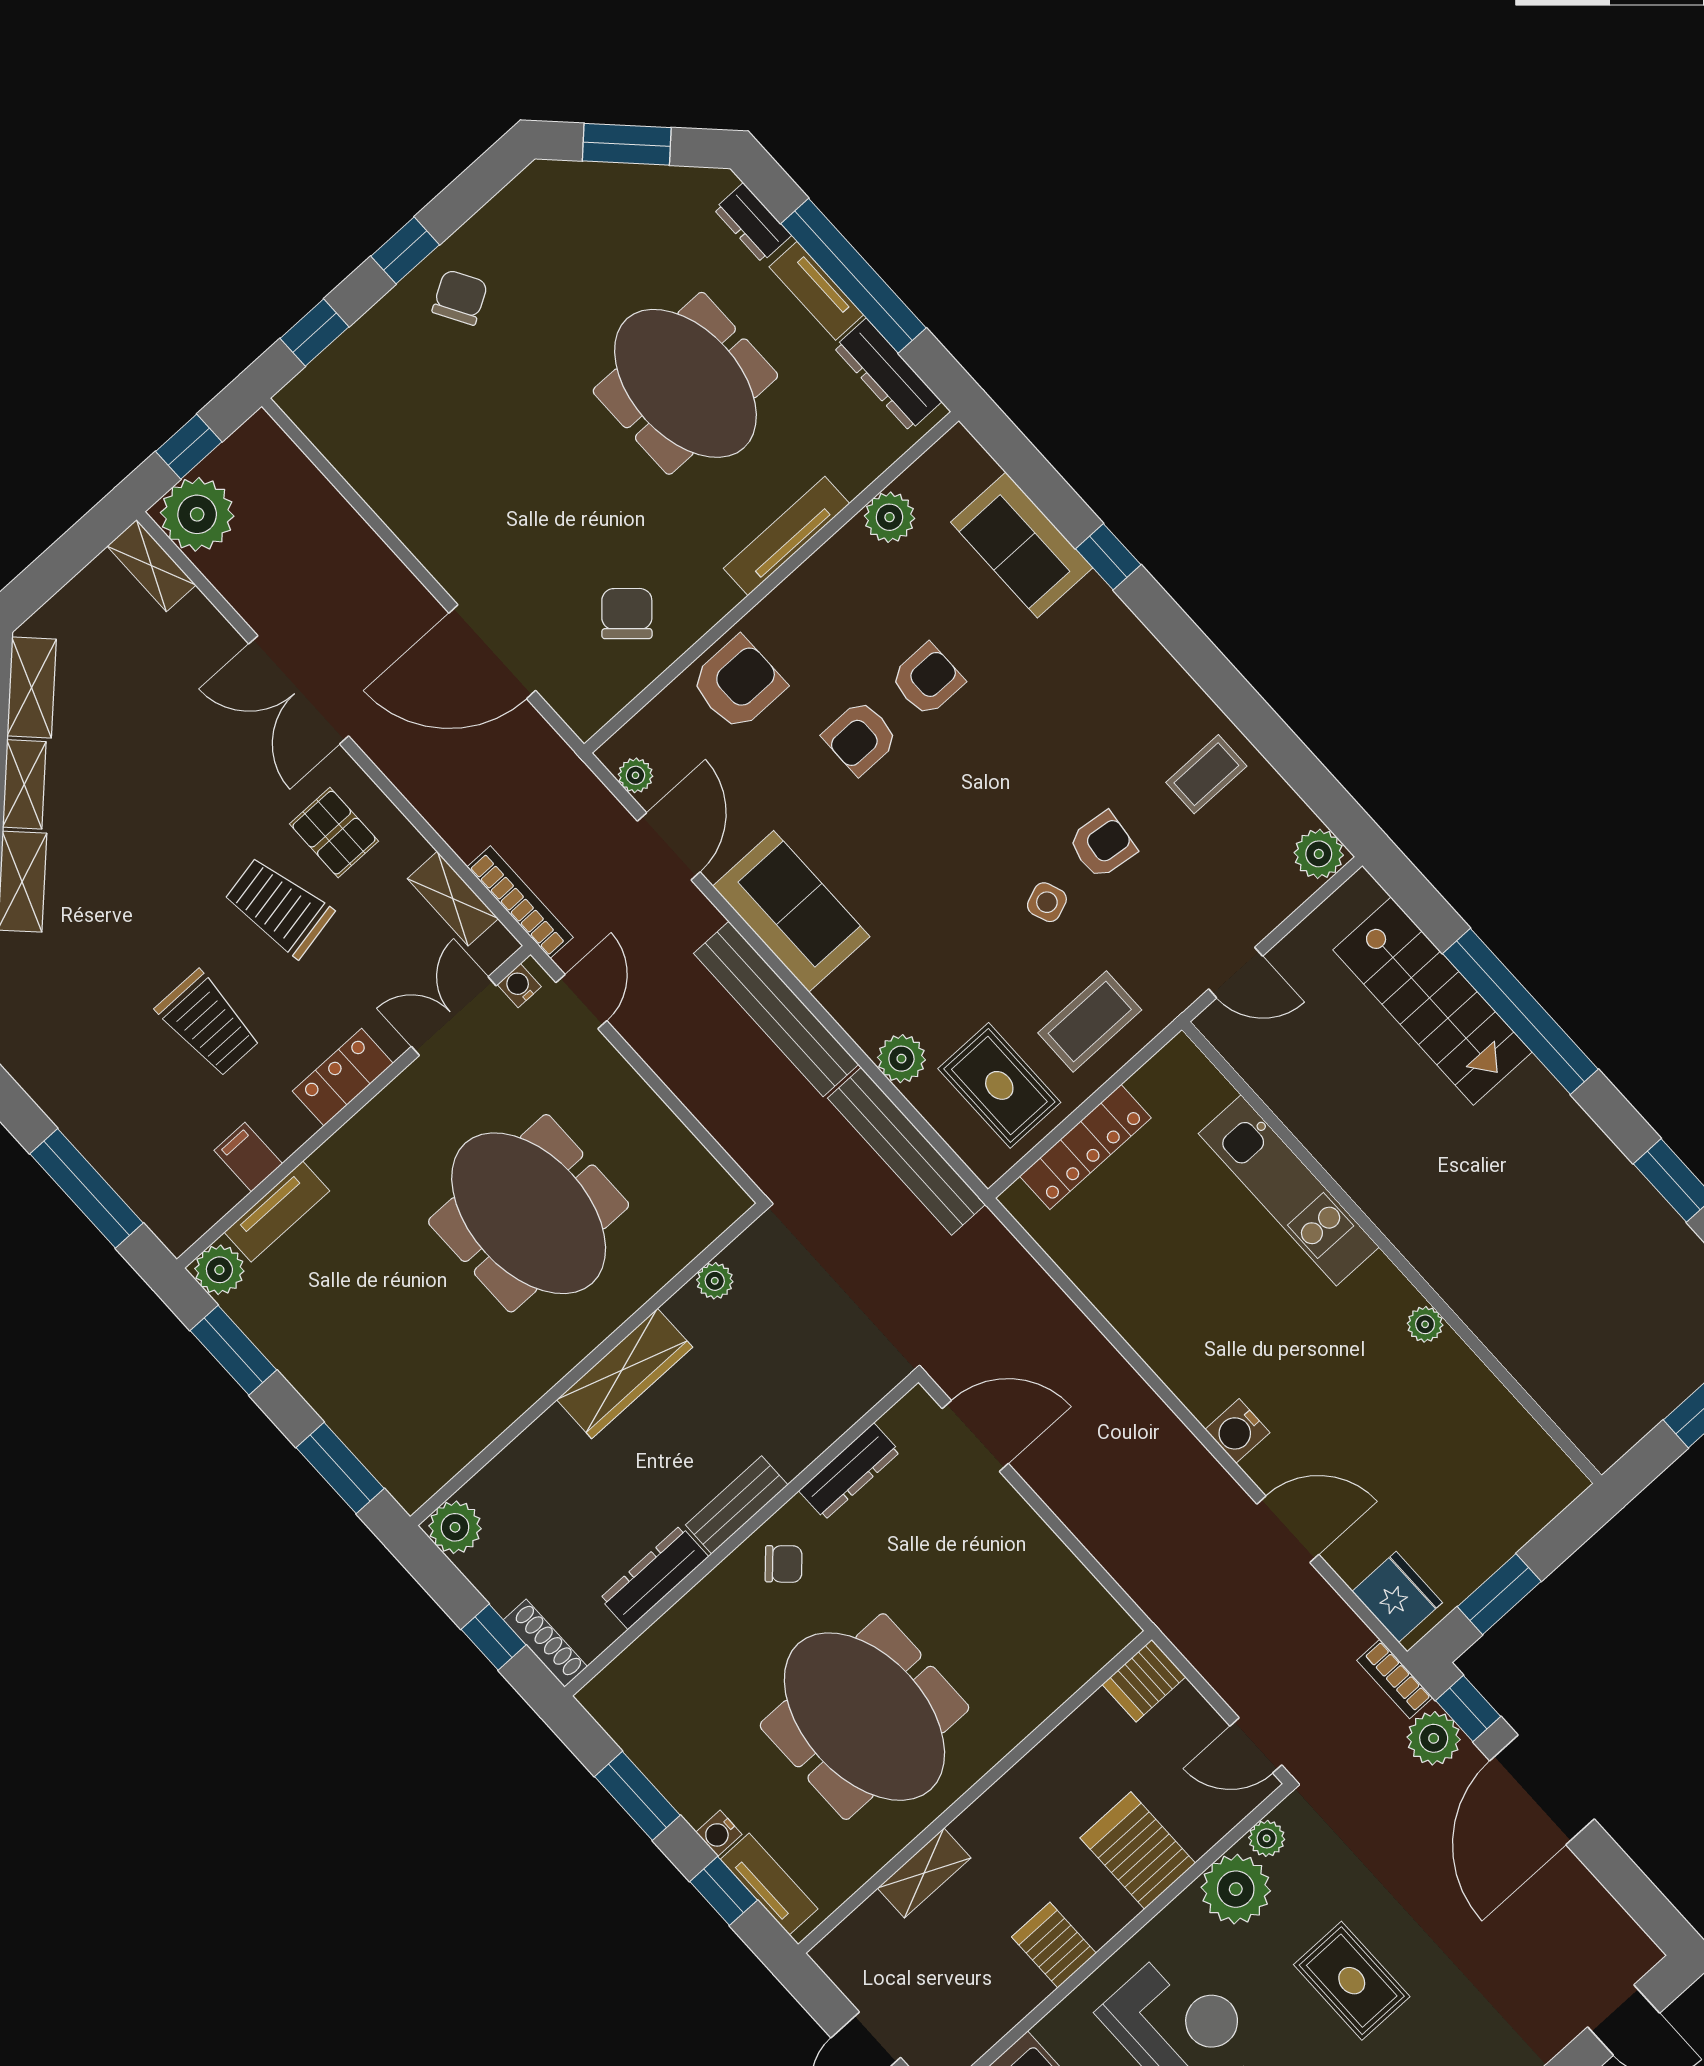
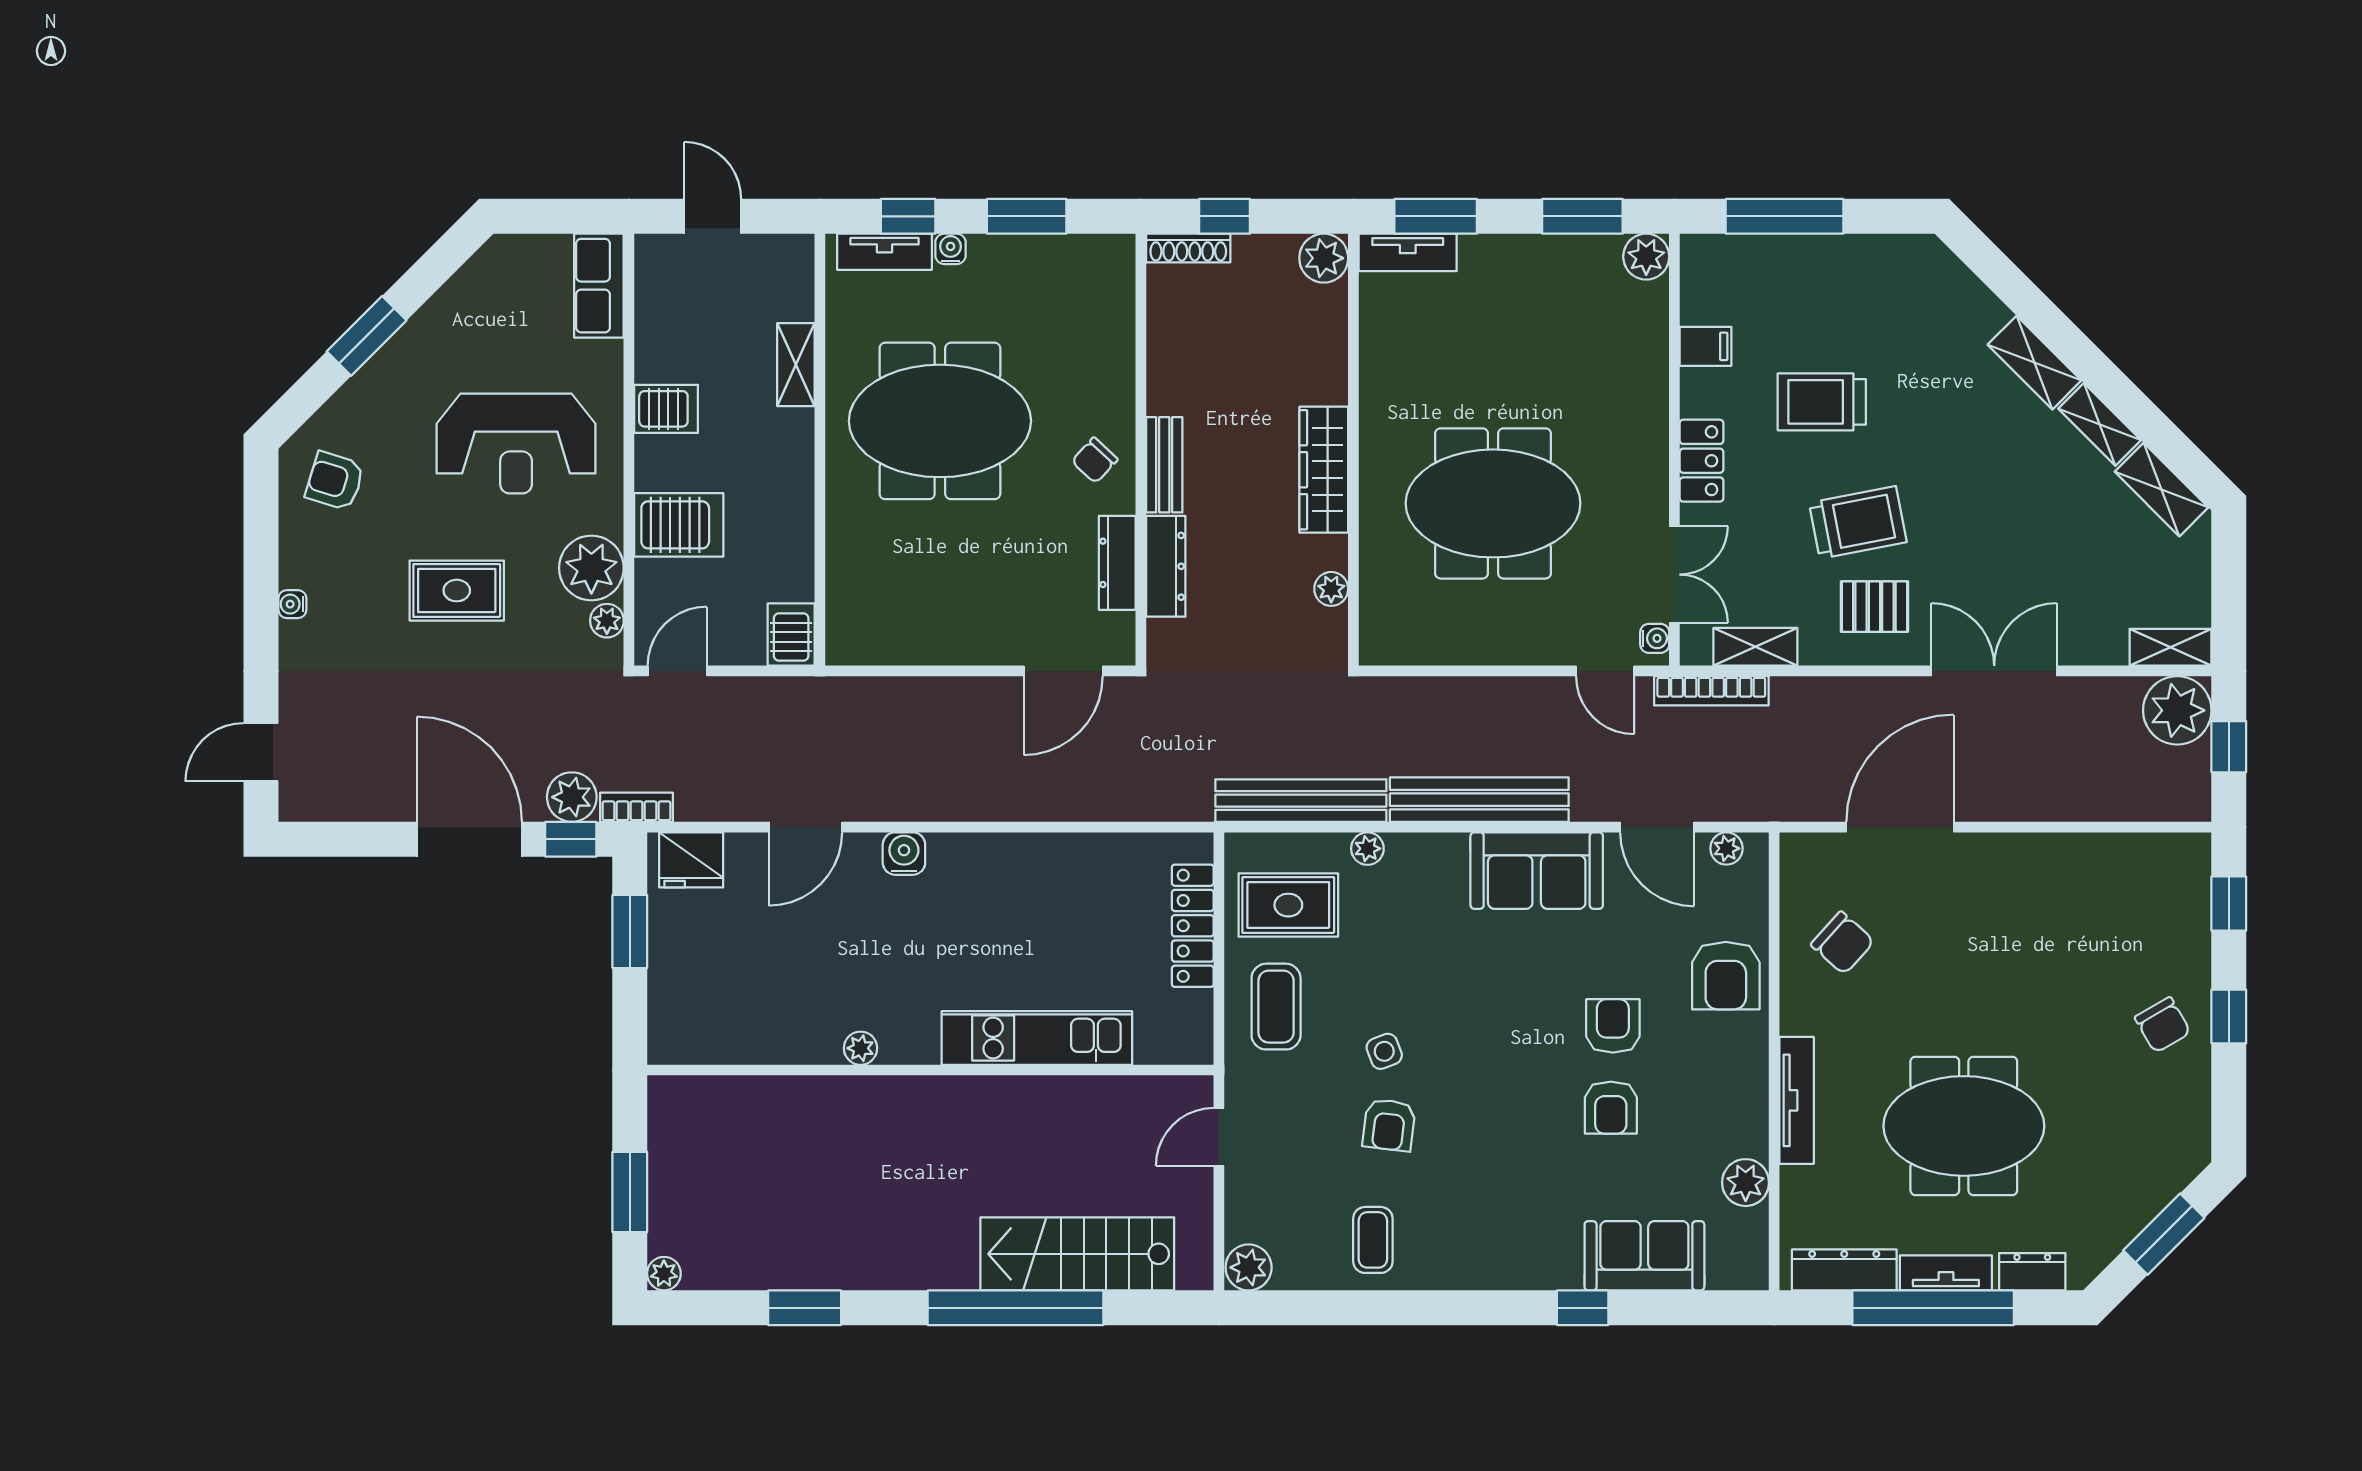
plant: (901, 1059) -> (1367, 849), width x0.73, depth x0.73
tv unit: (277, 1212) -> (1408, 252), moved, turned -90
dresser: (654, 1577) -> (1166, 566), moved

